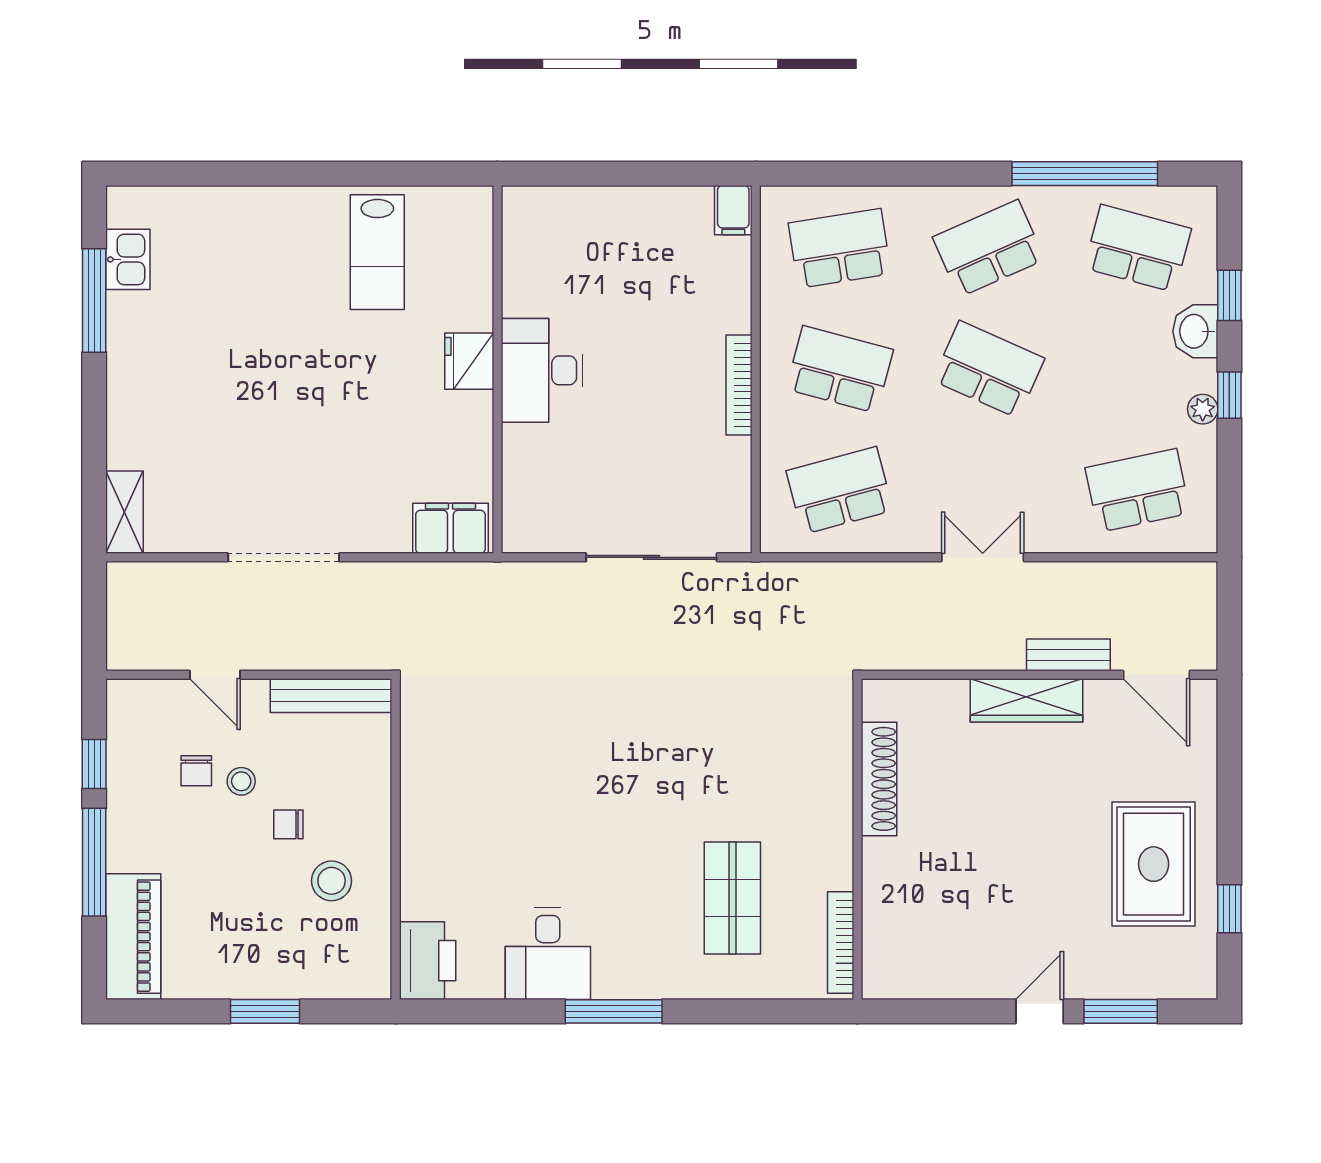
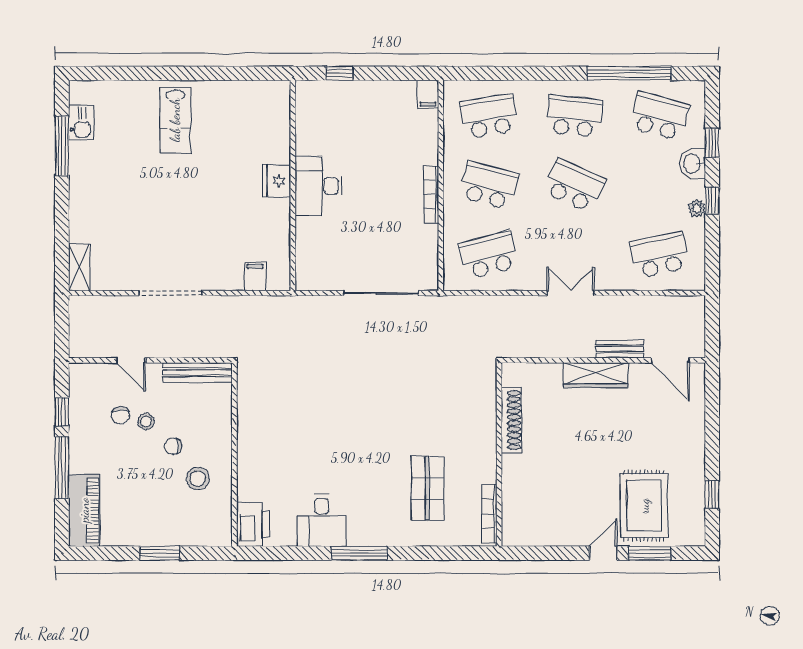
window: (579, 174) -> (339, 73), added
school desk: (989, 248) -> (574, 116), turned 30
lab bench: (377, 252) -> (175, 120), moved
filing cabinet: (450, 528) -> (255, 277), width x0.50
rug: (1154, 864) -> (644, 506), moved

